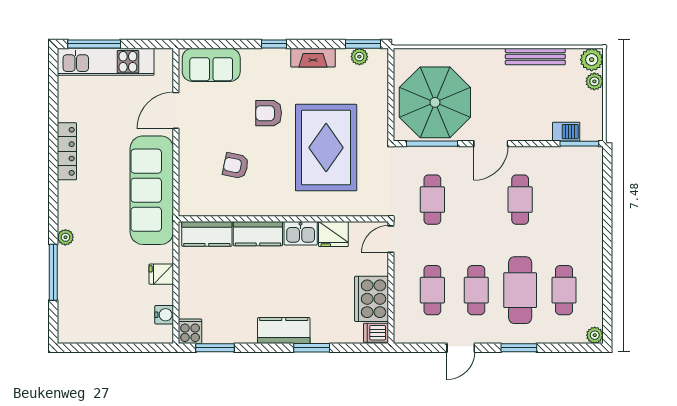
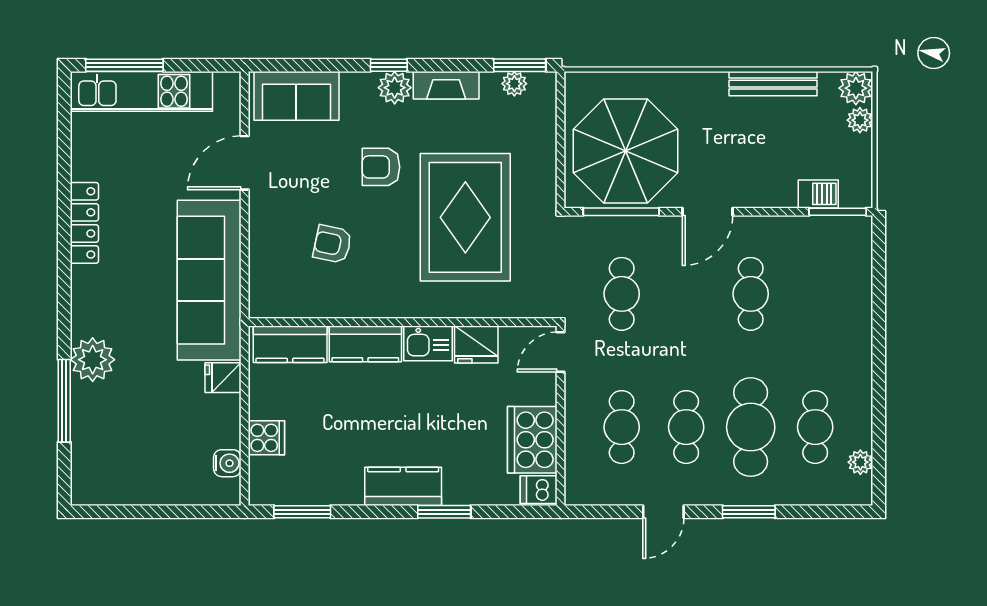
plant: (278, 59) -> (395, 88), added
plant: (65, 237) -> (93, 360), width x1.88, depth x1.88
fridge: (161, 274) -> (223, 378), moved
cooker: (190, 331) -> (266, 438), moved, turned 90
plant: (595, 335) -> (860, 462), moved

